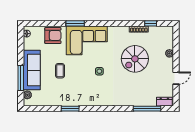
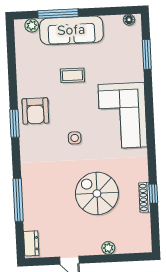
window: (75, 23) -> (147, 54), moved
window: (151, 23) -> (153, 194), moved
armchair: (53, 35) -> (35, 111), moved
window: (70, 109) -> (15, 123), moved
window: (147, 109) -> (18, 200), moved

